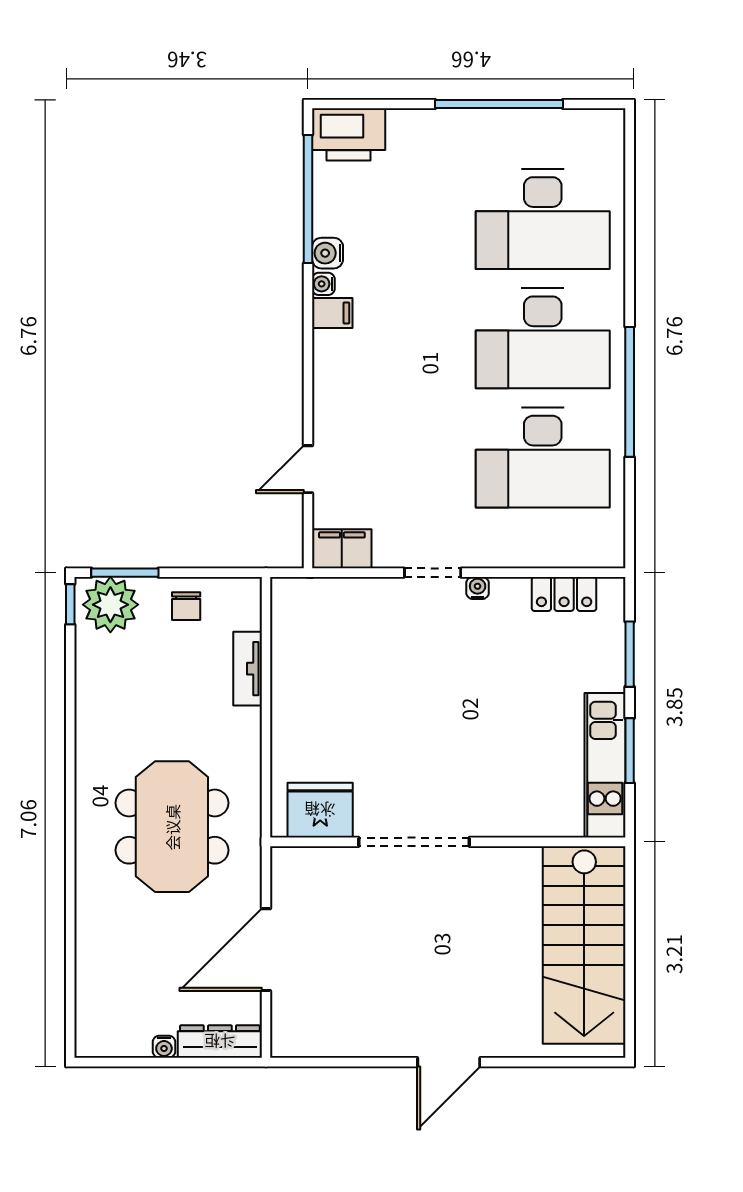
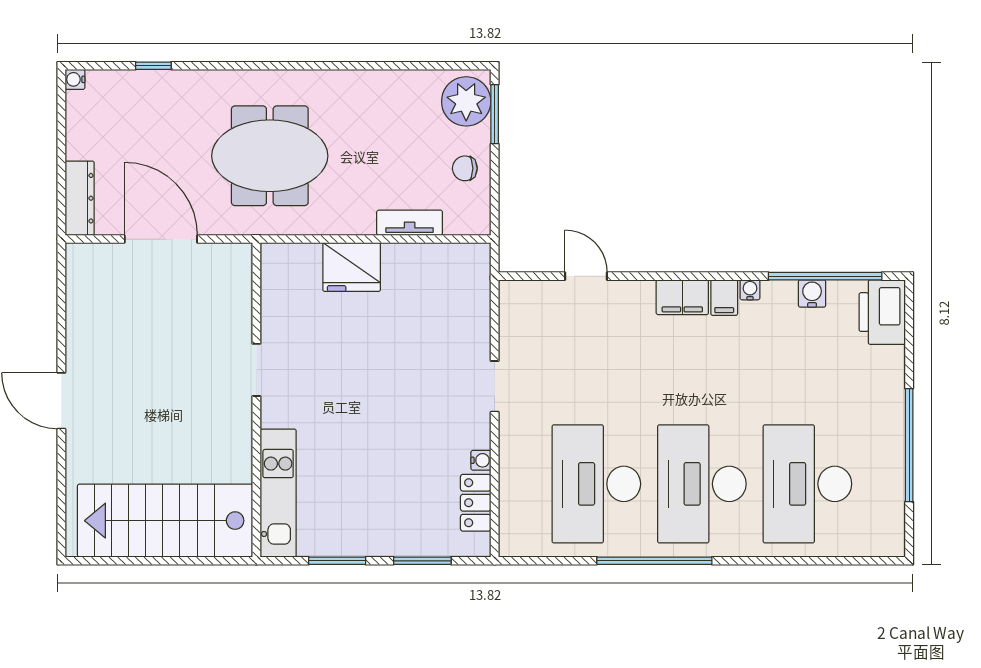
water cooler: (328, 253) -> (812, 293), moved
filing cabinet: (342, 549) -> (682, 297), moved, turned 90
water cooler: (478, 588) -> (481, 460), moved
window: (70, 604) -> (153, 66), moved
kitchen unit: (605, 765) -> (278, 493), moved, turned 90
fridge: (320, 810) -> (352, 267), moved, turned 90
doorway: (414, 842) -> (256, 370), width x0.53
water cooler: (164, 1047) -> (75, 79), moved

